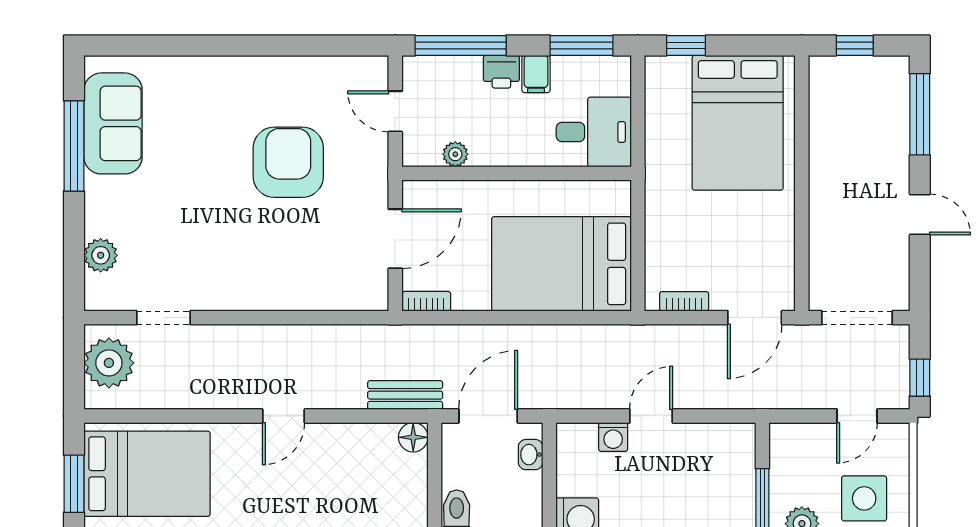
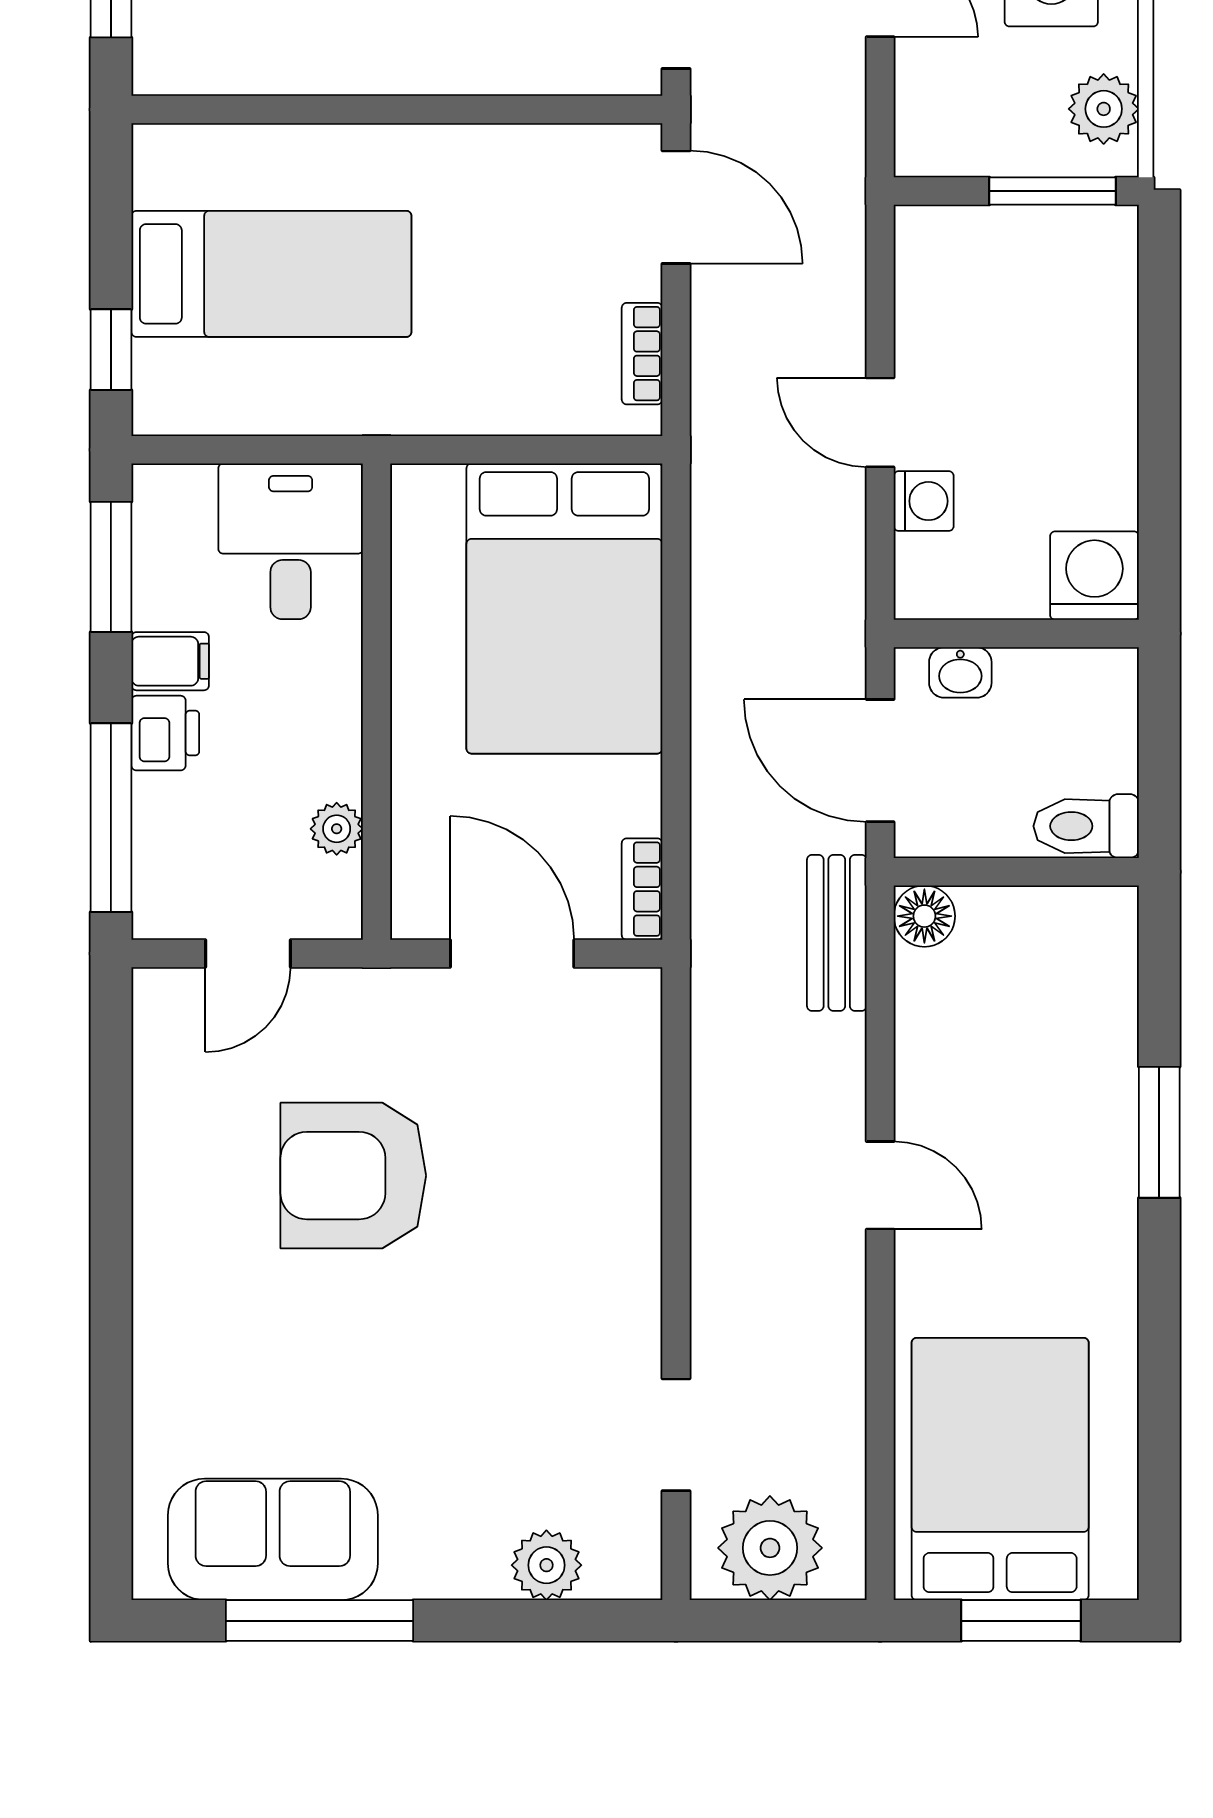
bed: (738, 123) -> (271, 274), width x0.67

